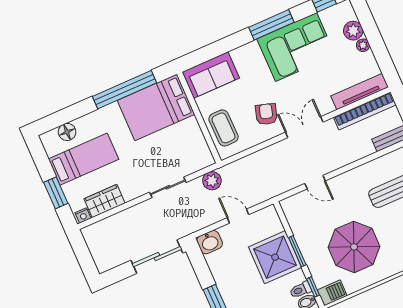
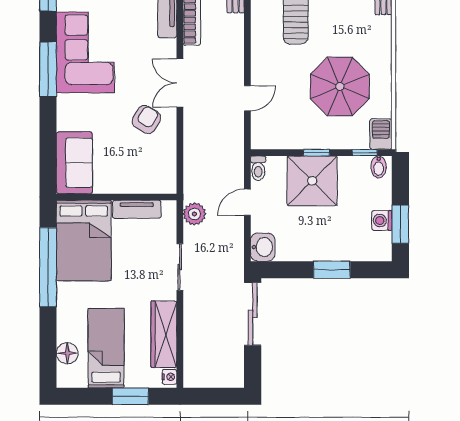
armchair: (266, 114) -> (146, 119), turned 103
coffee table: (224, 128) -> (141, 175), removed
tv unit: (197, 136) -> (137, 209), added
wardrobe: (105, 201) -> (164, 334), width x1.50
window: (297, 251) -> (316, 153), width x0.67
toilet: (301, 290) -> (258, 168), moved

